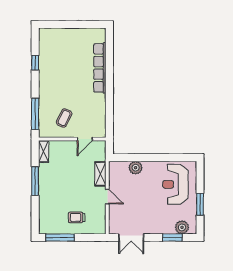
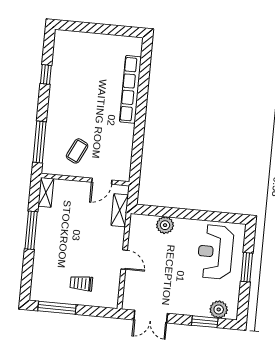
shelving: (100, 174) -> (120, 210), moved
window: (200, 204) -> (247, 267), moved

